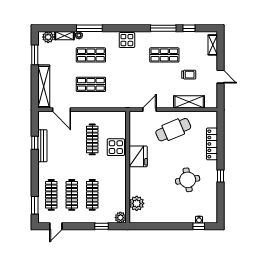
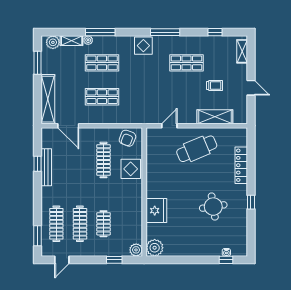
window: (163, 28) -> (165, 32), moved
armchair: (113, 120) -> (127, 138), added
fridge: (138, 156) -> (156, 211), moved
clothes rail: (92, 195) -> (104, 224), width x0.73
plant: (137, 203) -> (155, 248), moved

